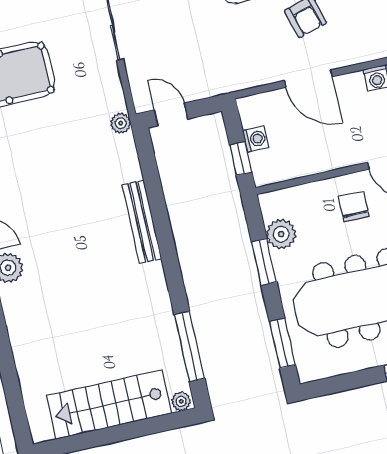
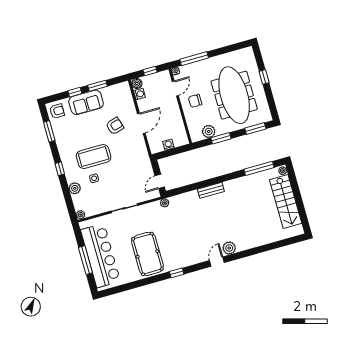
window: (241, 159) -> (177, 151), removed
bench: (142, 222) -> (211, 190), width x0.73

